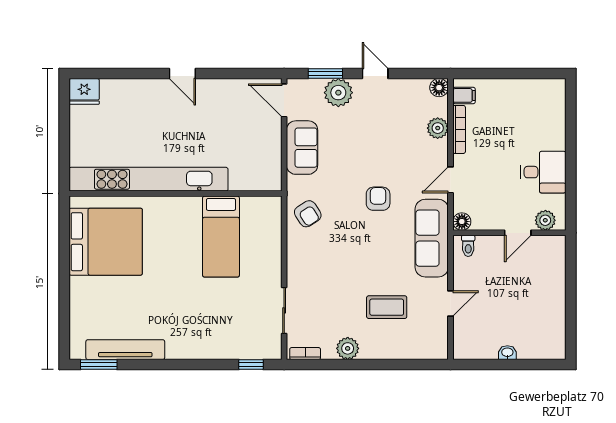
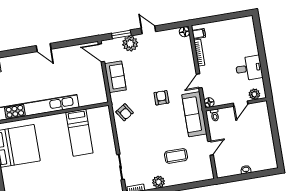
plant: (438, 128) -> (187, 54), removed

